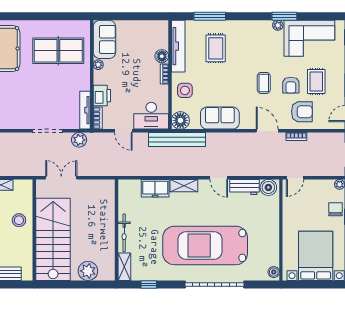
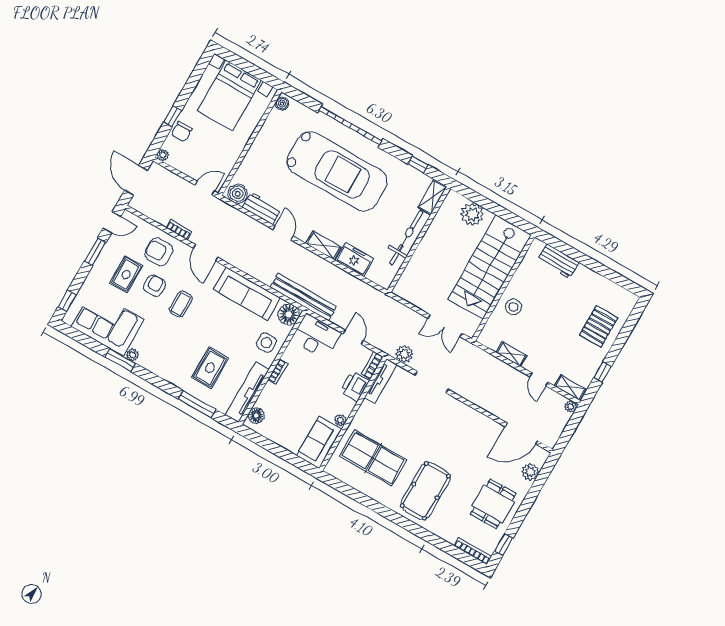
floor lamp: (162, 56) -> (256, 416), moved
sofa: (220, 118) -> (247, 294), width x1.36
bicycle: (124, 233) -> (406, 238), width x1.37, depth x1.40

